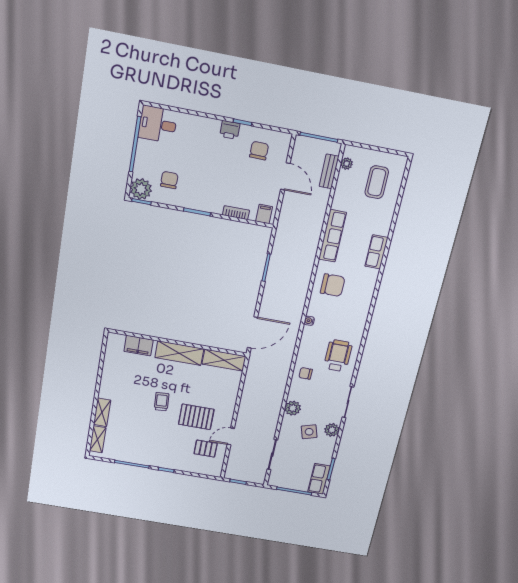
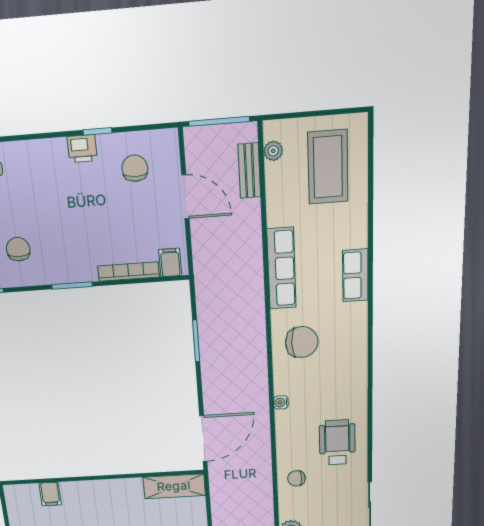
coffee table: (377, 182) -> (328, 167), width x1.36, depth x1.32
bookcase: (236, 213) -> (129, 271), width x1.56
filing cabinet: (139, 346) -> (50, 494), width x0.50
shelving: (179, 353) -> (109, 491), removed

